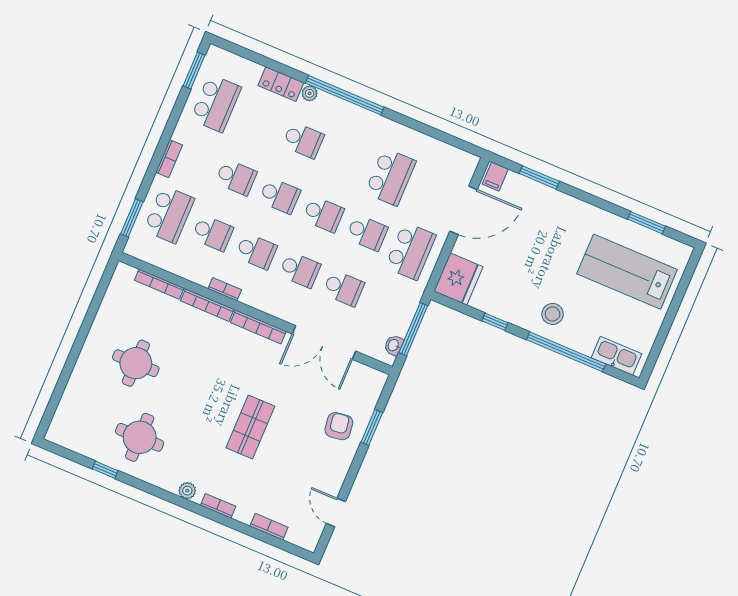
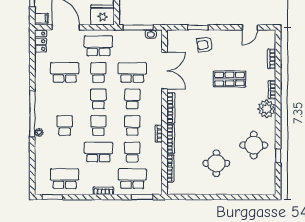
locker: (281, 84) -> (41, 41), moved
school desk: (236, 177) -> (98, 152), width x1.85
school desk: (343, 288) -> (132, 72), width x1.85
shop shelf: (250, 427) -> (230, 79), moved
plant: (187, 491) -> (267, 109), width x1.88, depth x1.88

